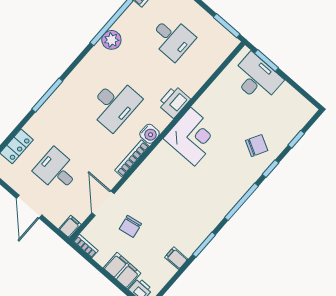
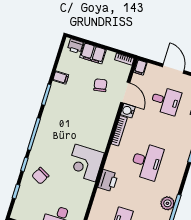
desk: (114, 104) -> (147, 161), turned 180
water cooler: (150, 134) -> (128, 111), moved

